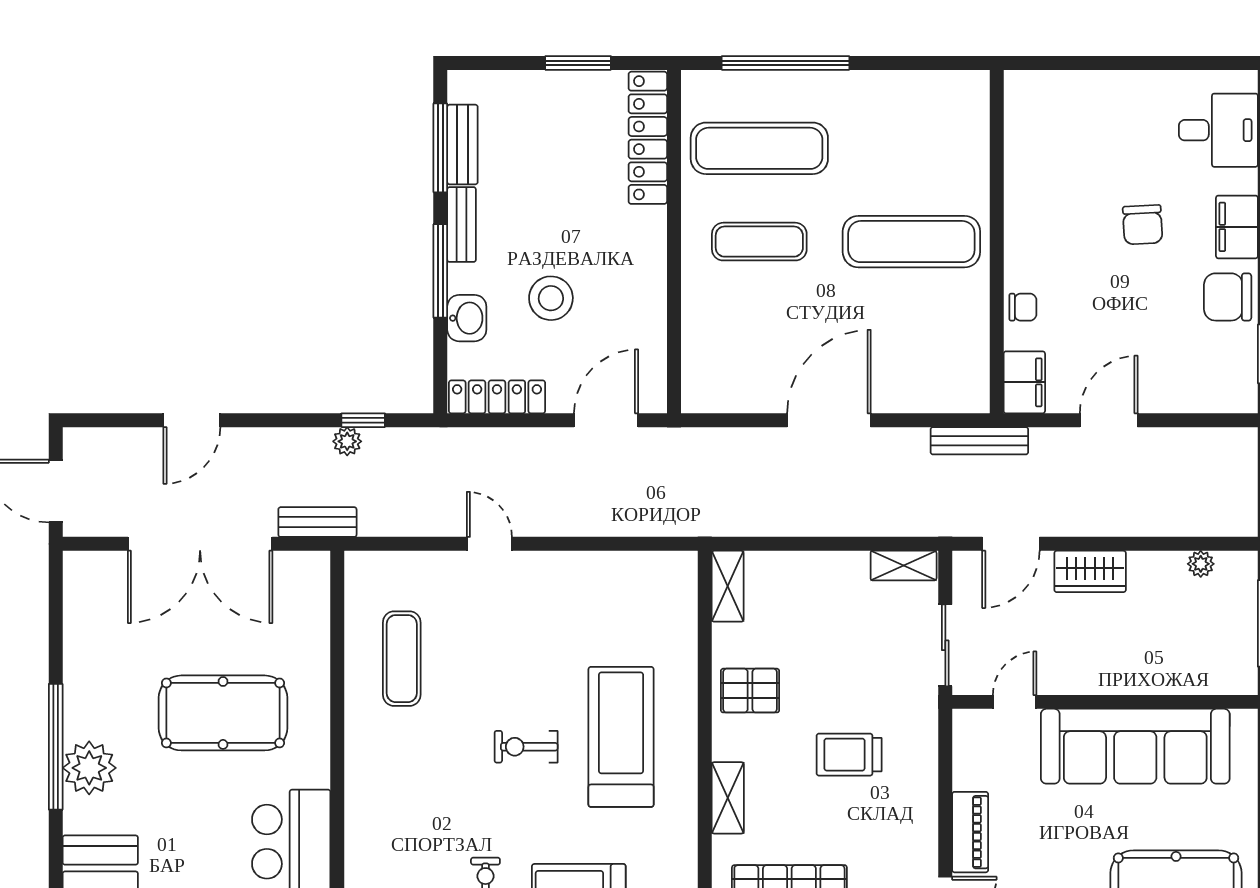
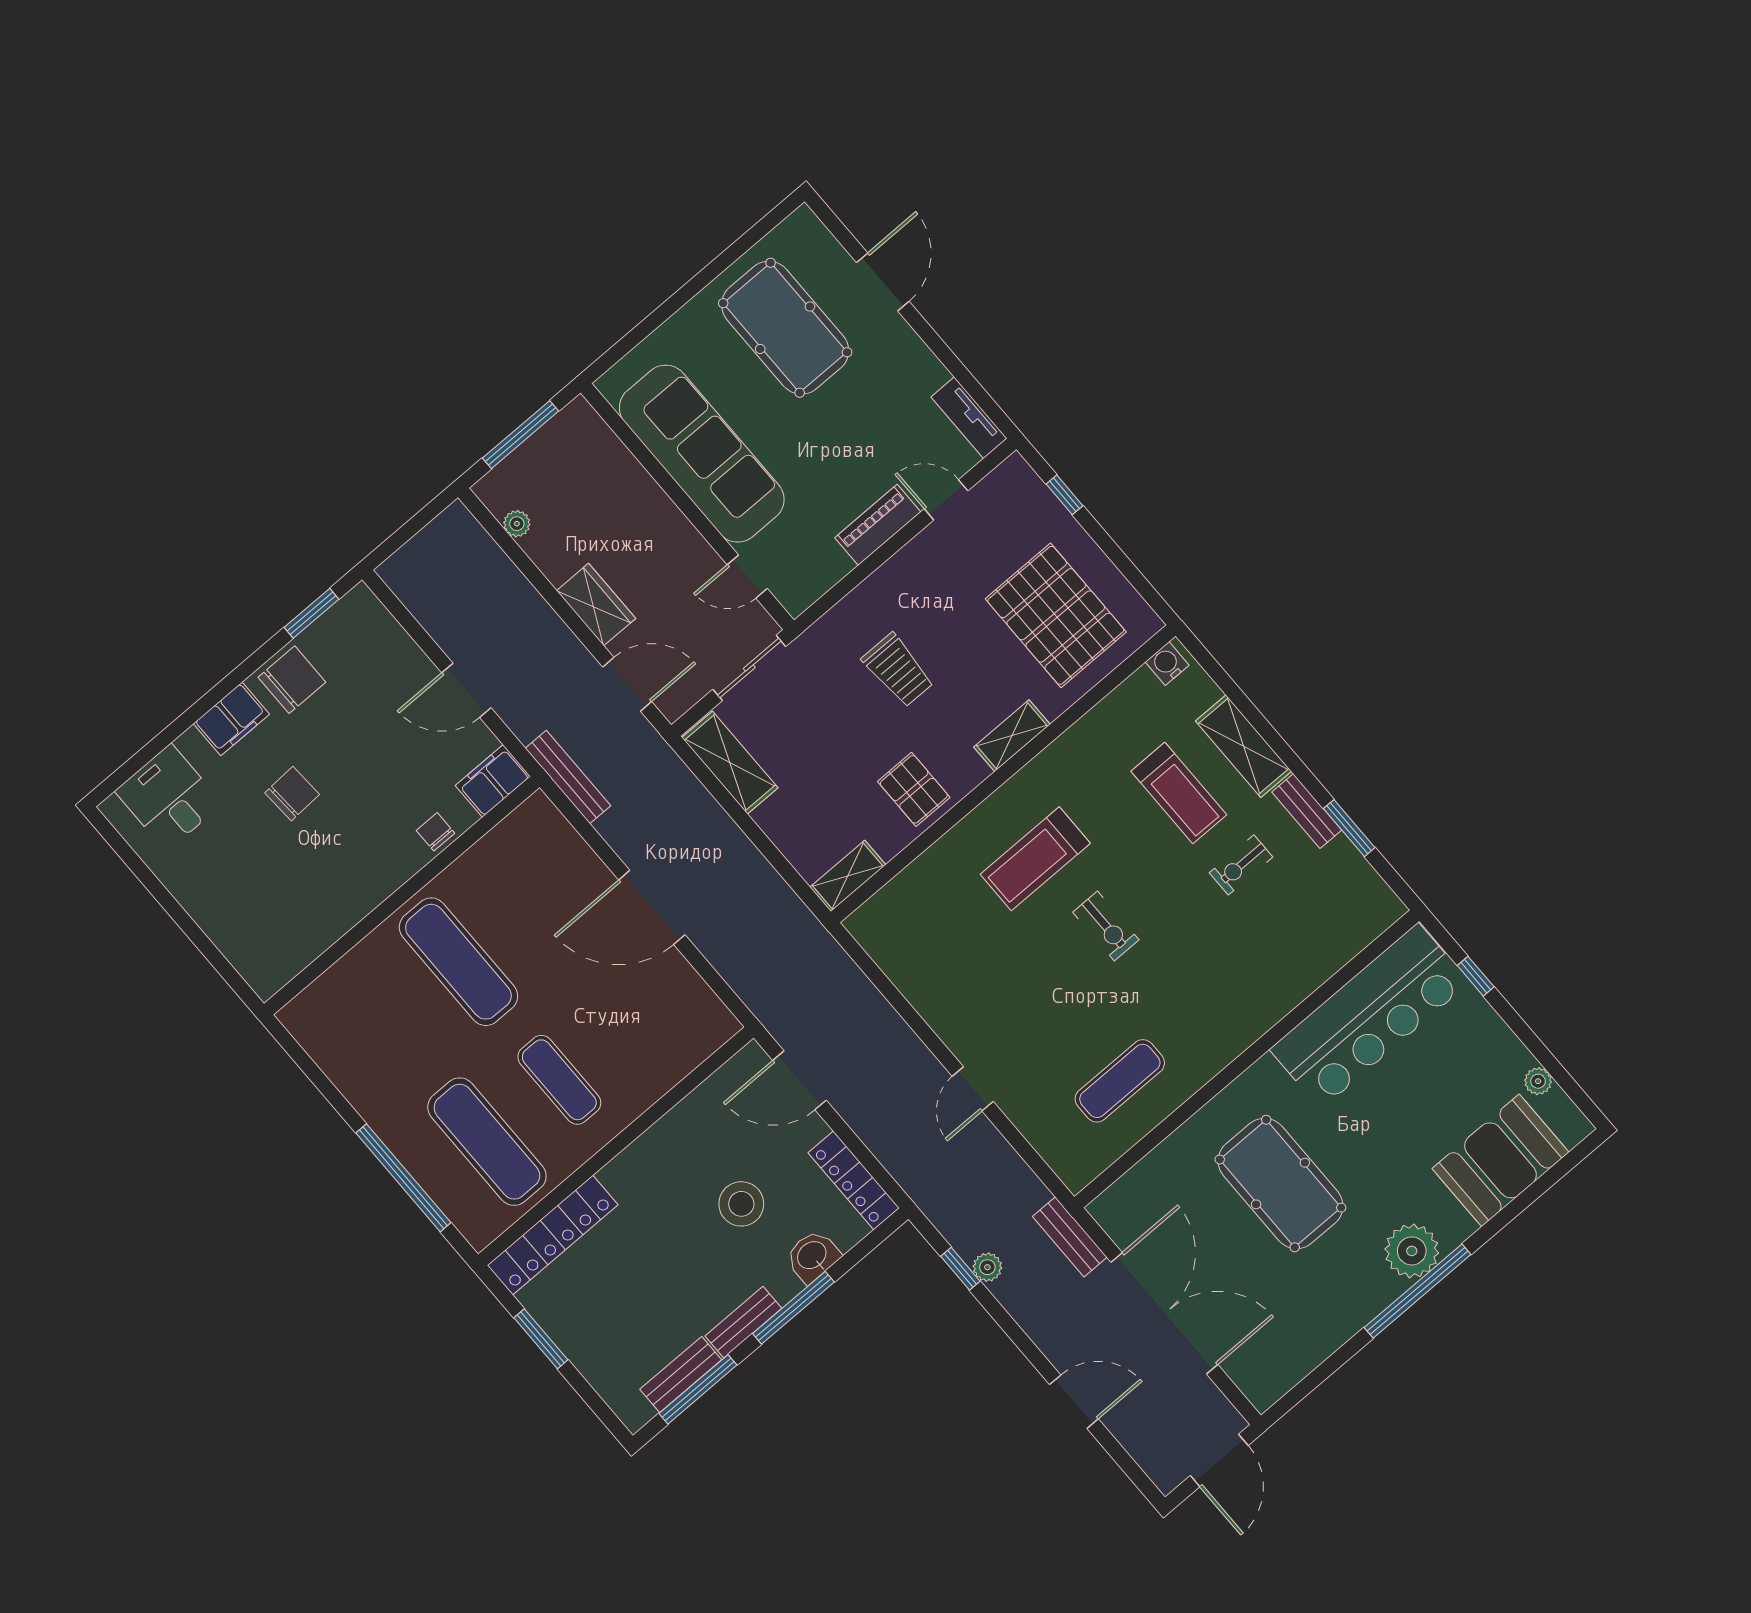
chair: (1228, 297) -> (292, 680), turned -90
shelving: (904, 566) -> (730, 763), width x1.50, depth x1.33
treadmill: (621, 737) -> (1035, 859), width x0.73, depth x0.73

